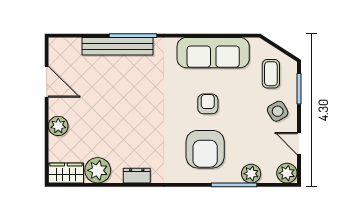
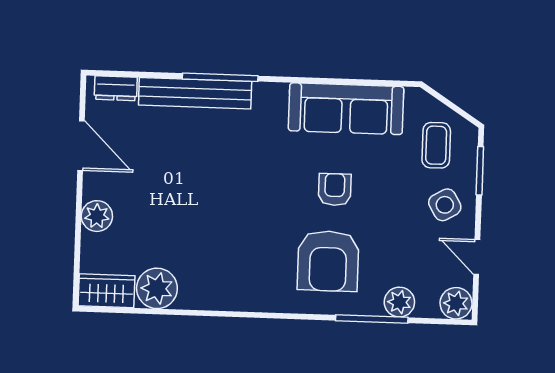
dresser: (137, 176) -> (116, 88), moved, turned 180

